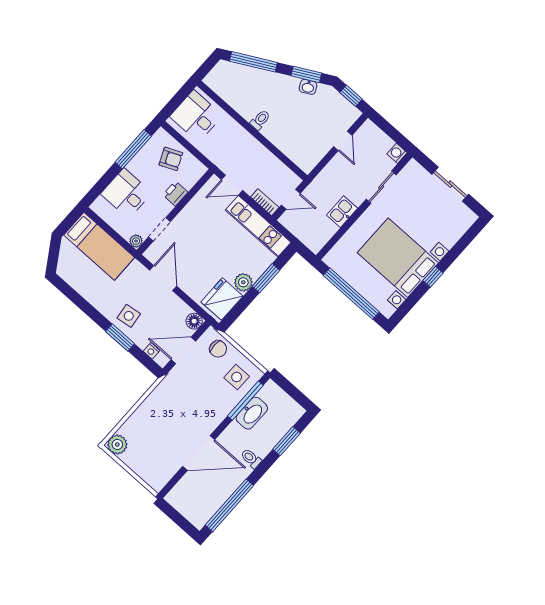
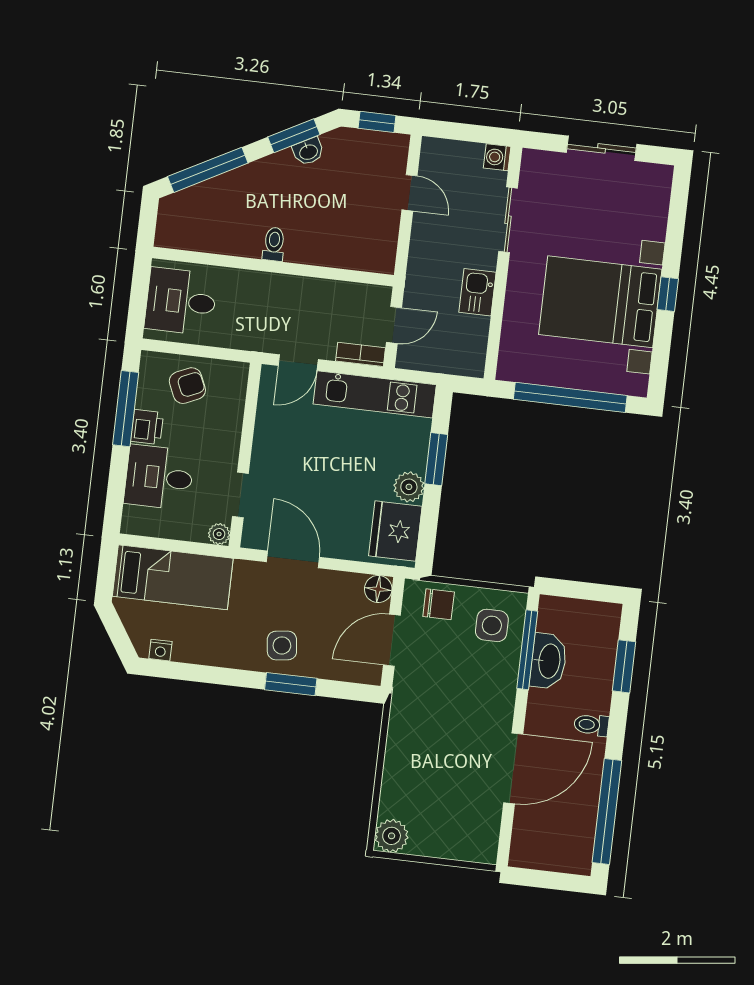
printer: (175, 193) -> (147, 427), moved, turned 180
nightstand: (152, 351) -> (160, 650), moved

